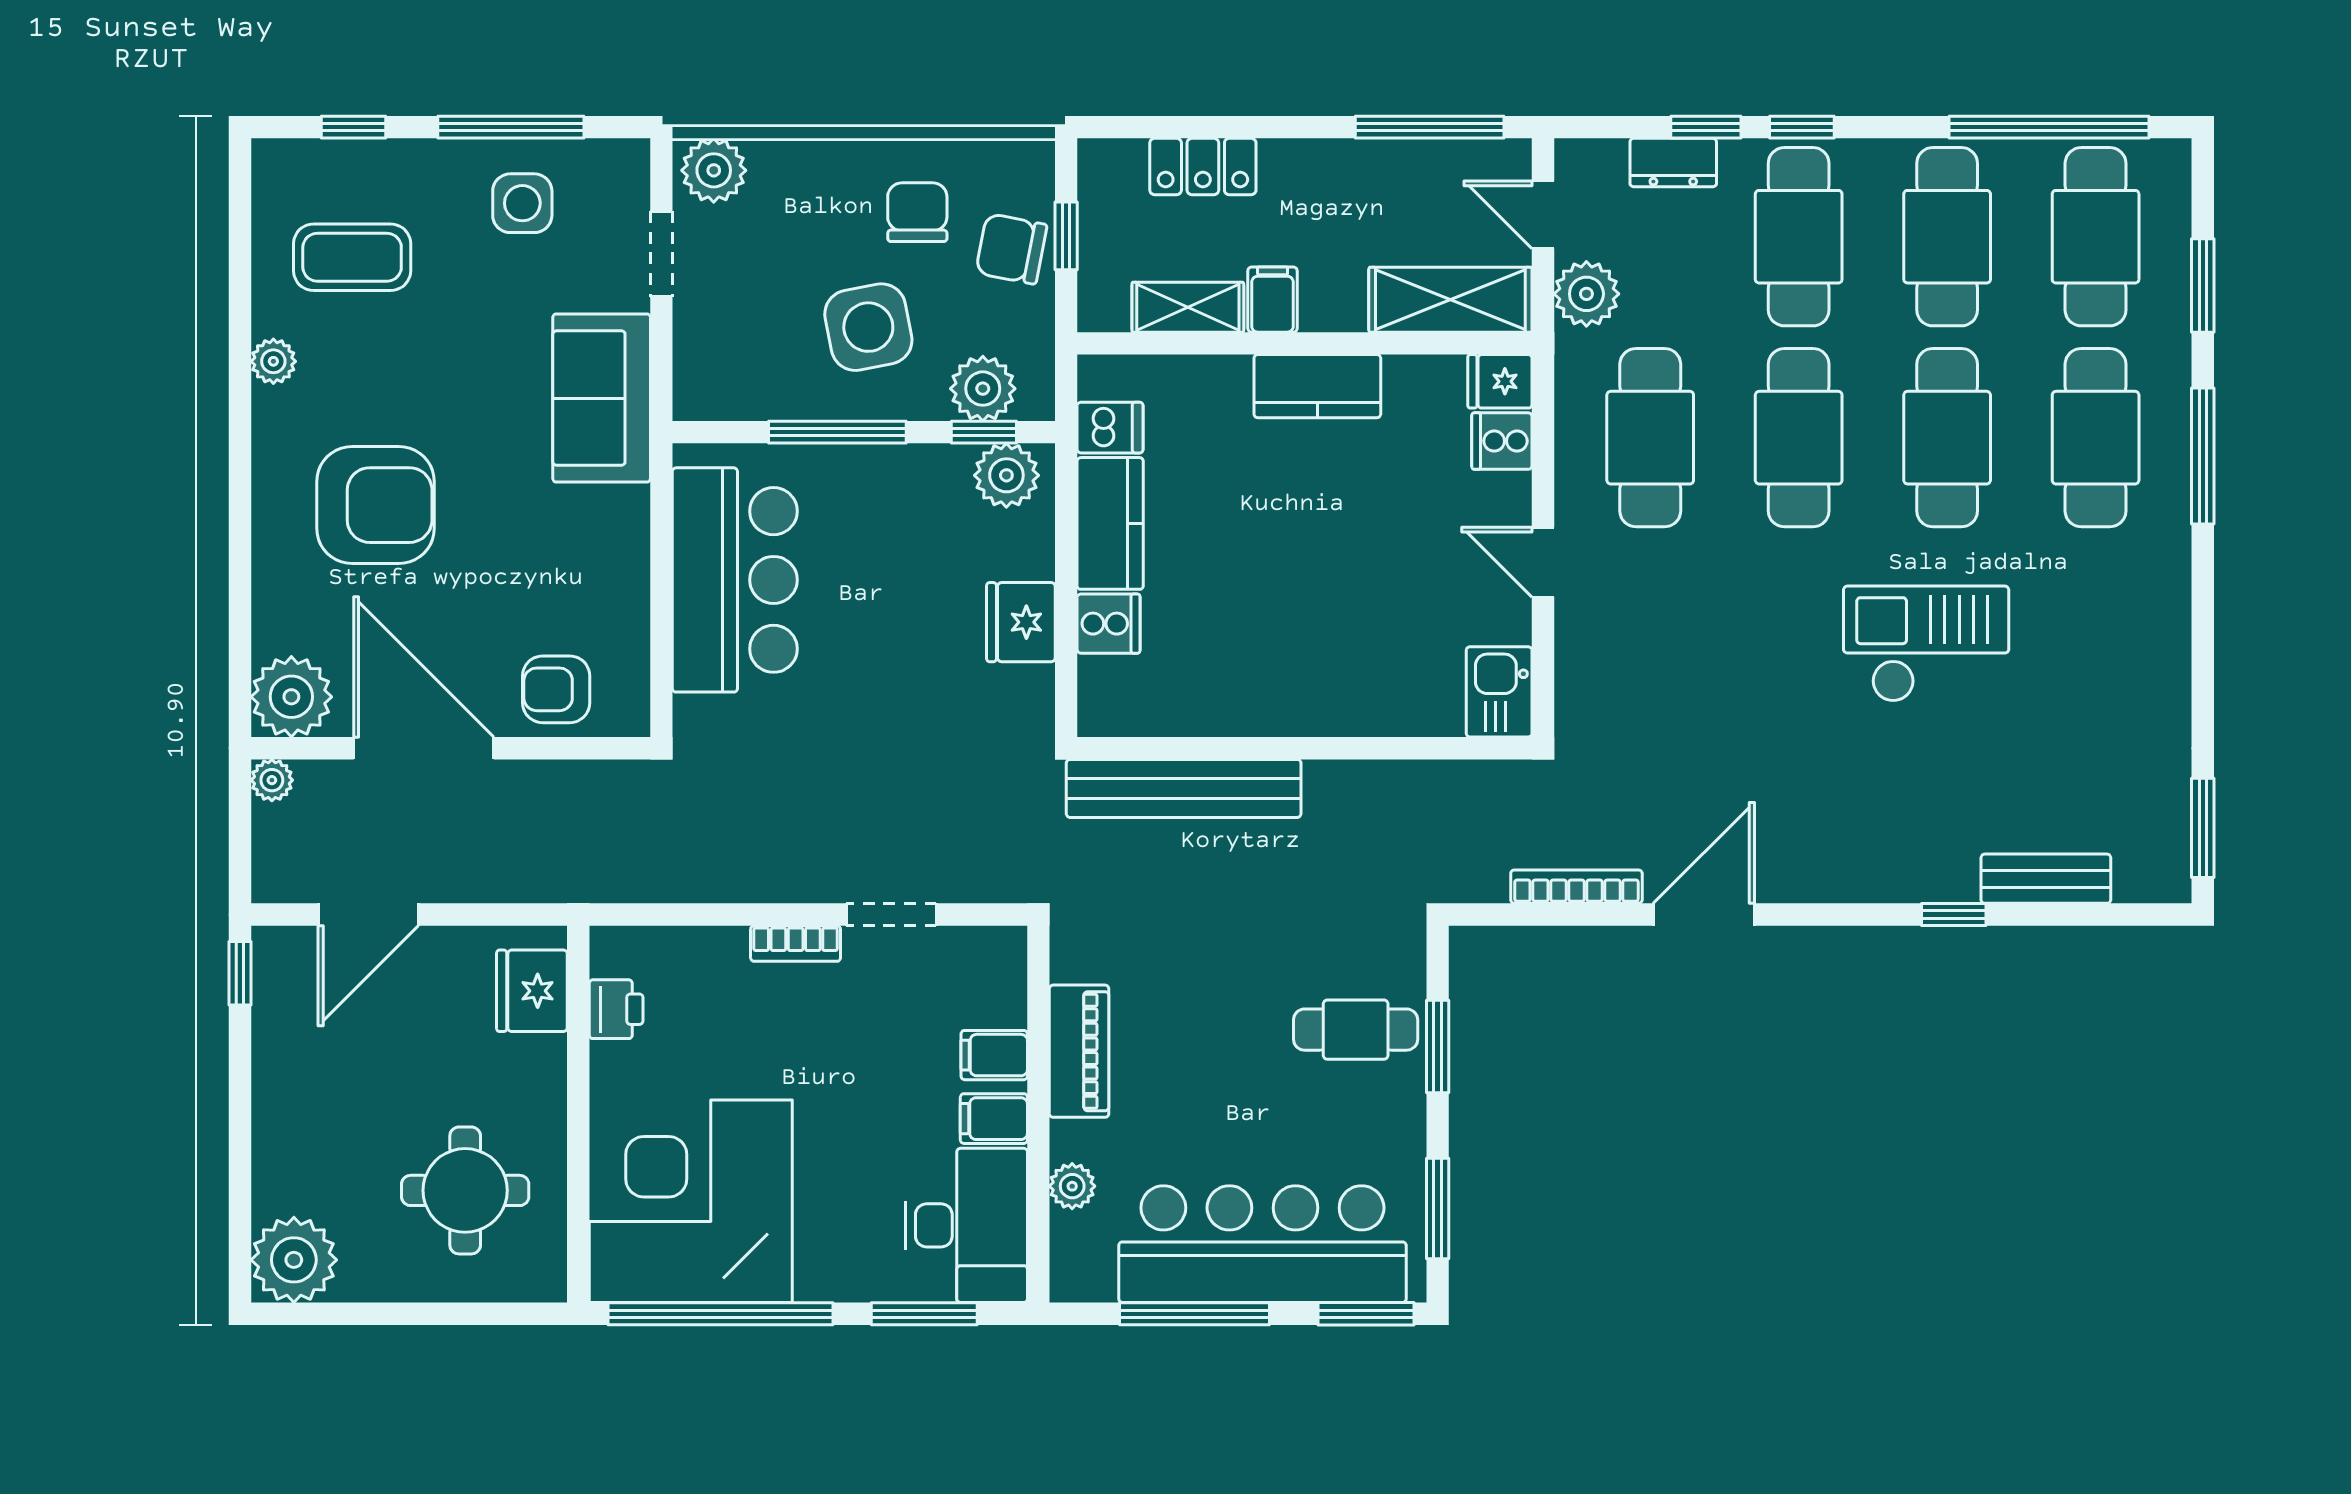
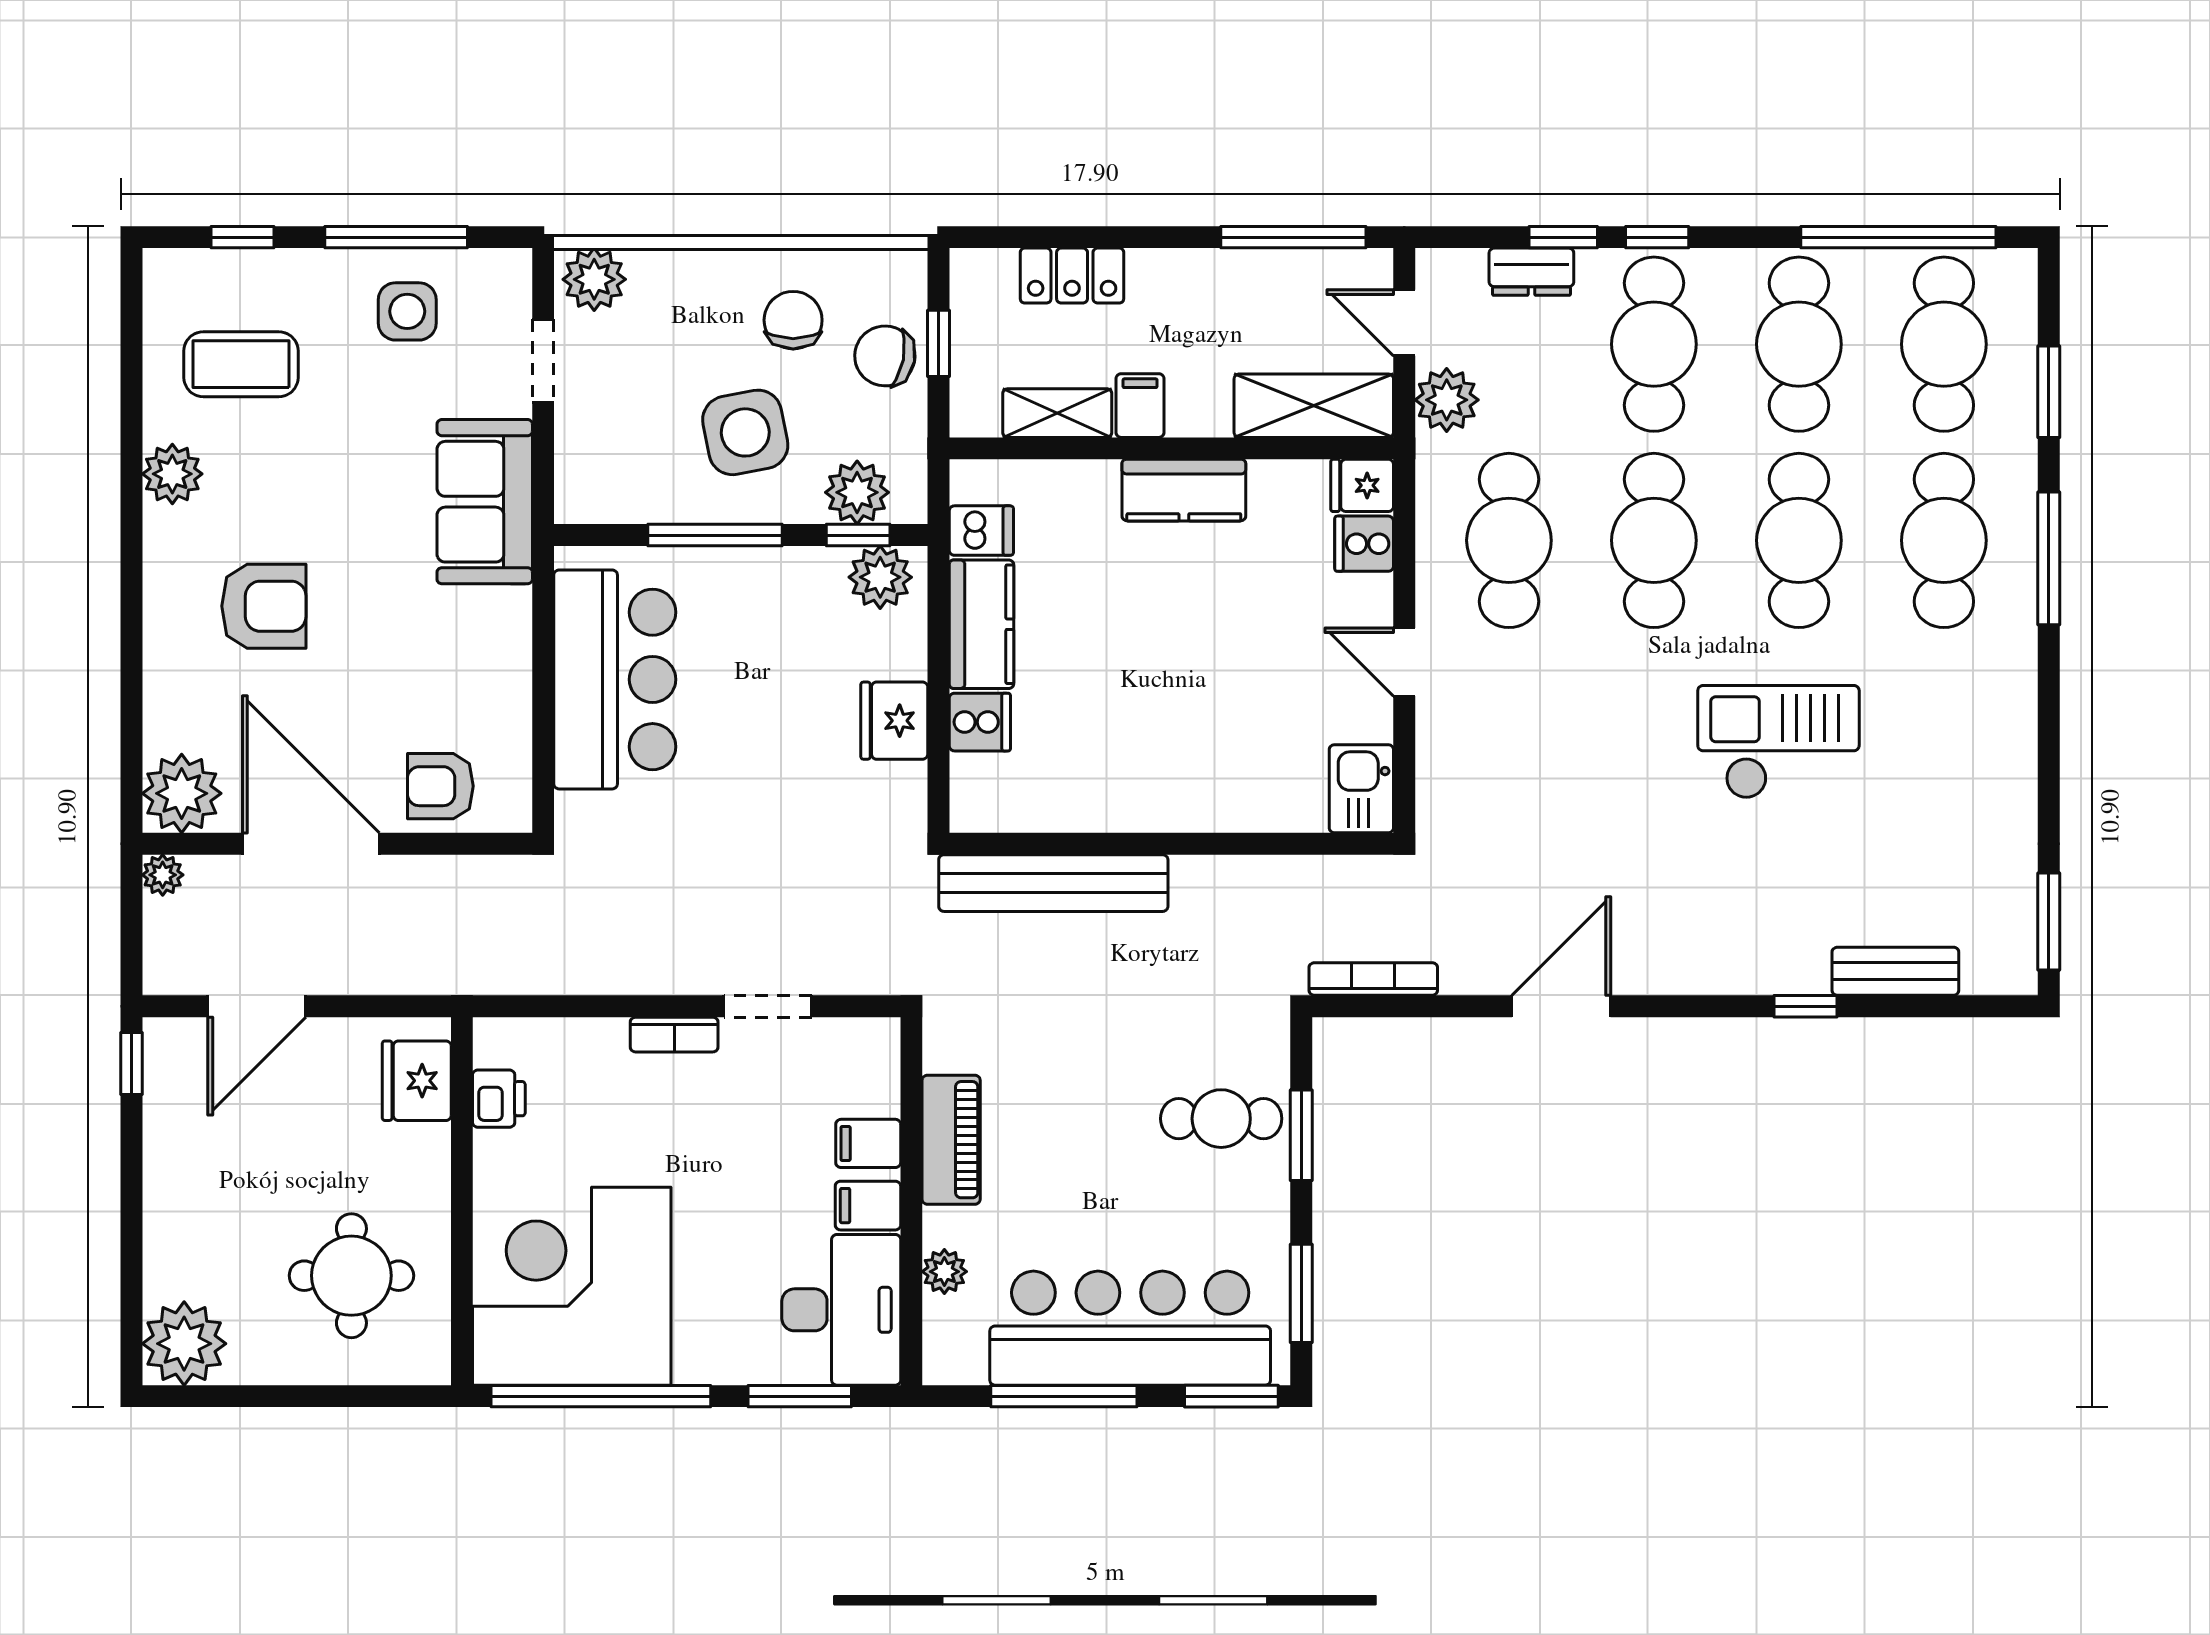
plant: (273, 361) -> (172, 474), width x1.38, depth x1.38
armchair: (375, 505) -> (264, 606), width x0.73, depth x0.73
bookcase: (1576, 887) -> (1373, 979), moved

